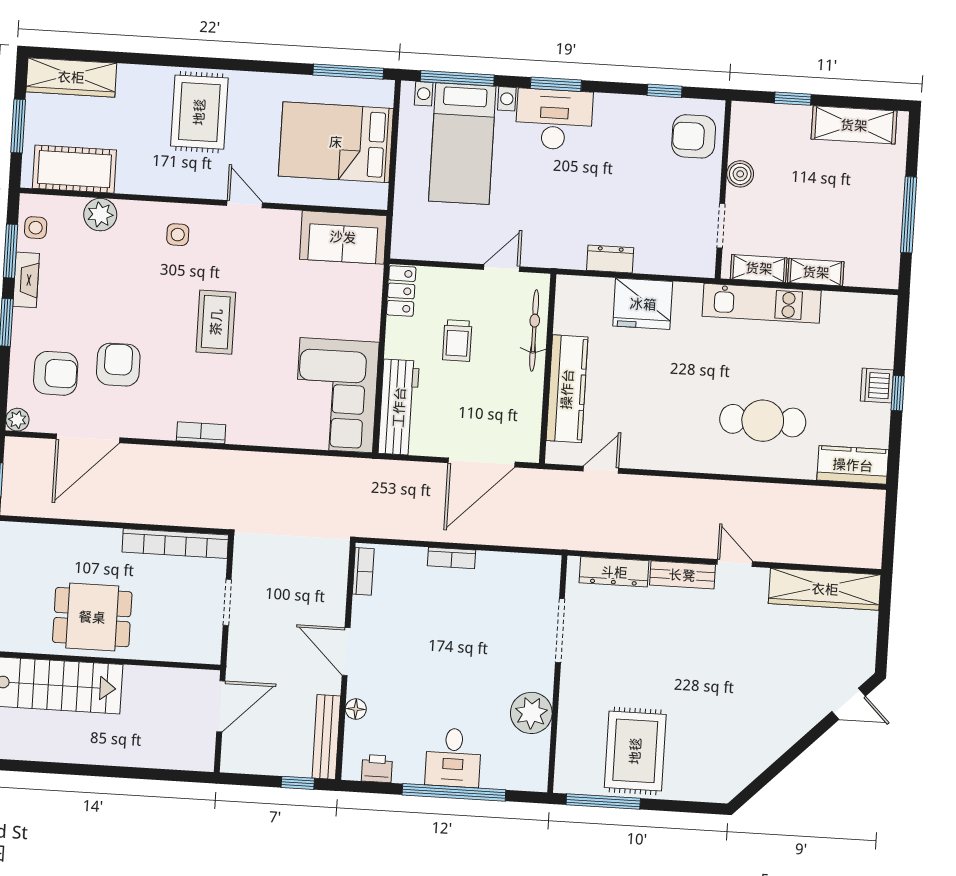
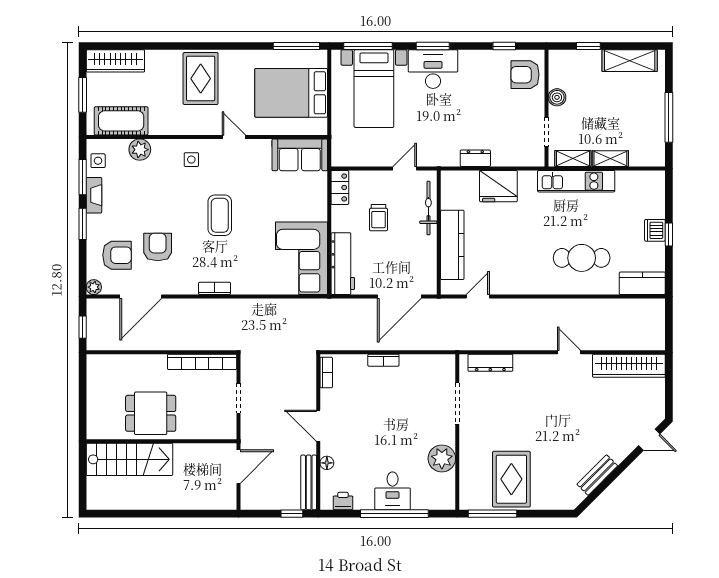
bench: (682, 575) -> (597, 475), moved, turned -45

